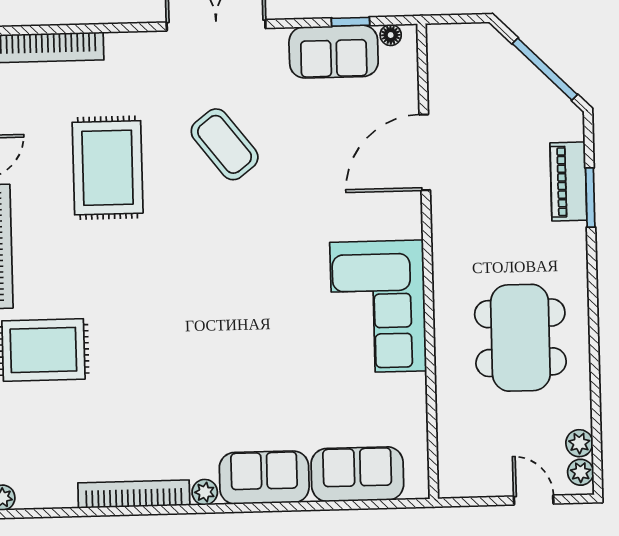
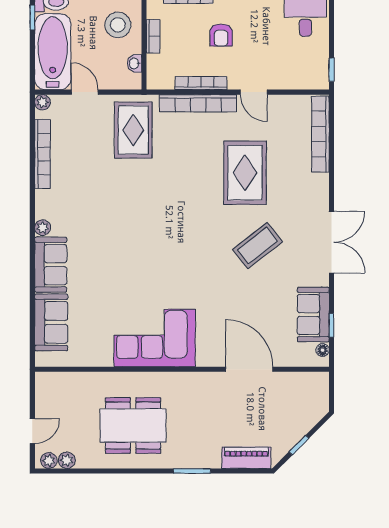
window: (545, 69) -> (299, 445), width x0.46
rug: (108, 168) -> (245, 173), turned 90
piano: (568, 182) -> (246, 458), moved
window: (590, 198) -> (192, 471), moved
bookcase: (134, 494) -> (43, 154), moved

